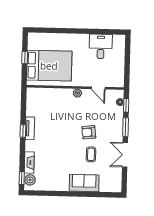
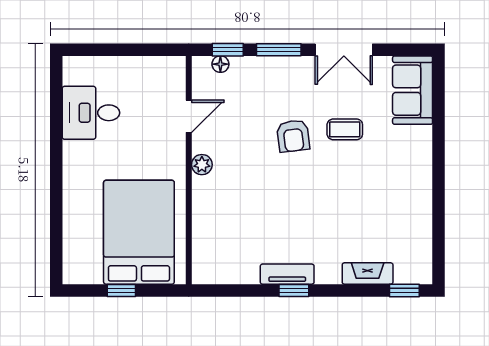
plant: (30, 180) -> (408, 271), removed
sofa: (84, 183) -> (413, 90), moved

